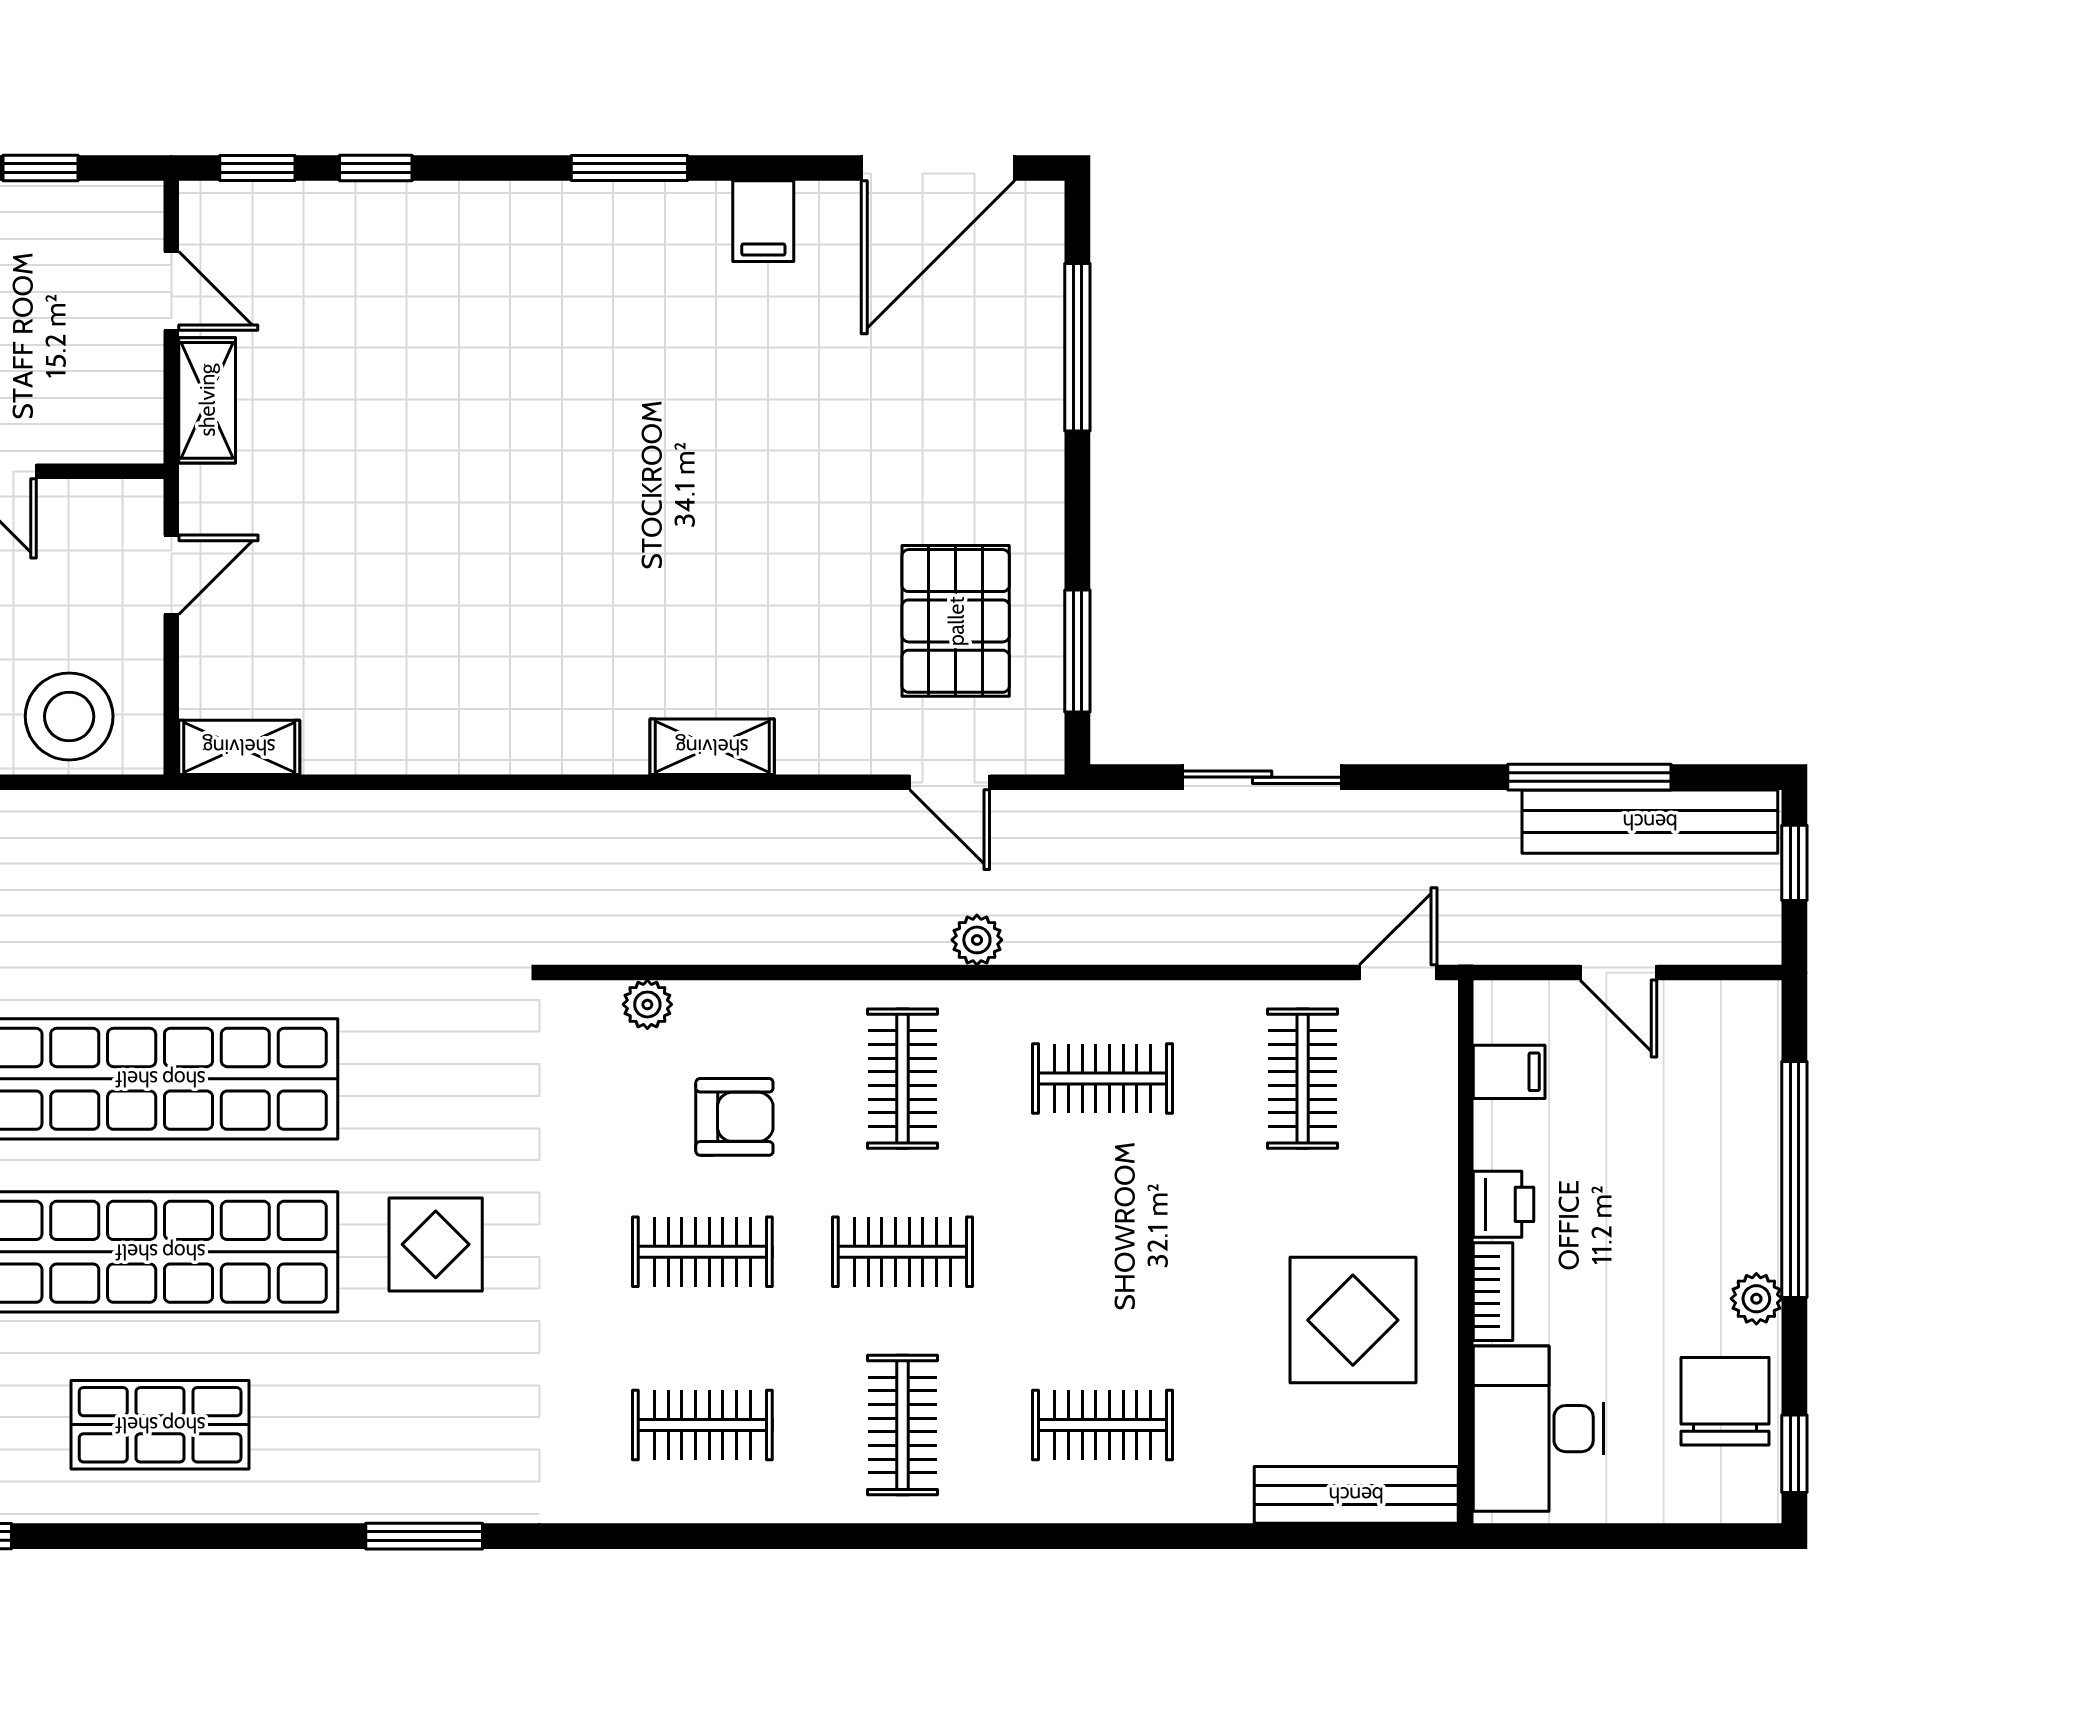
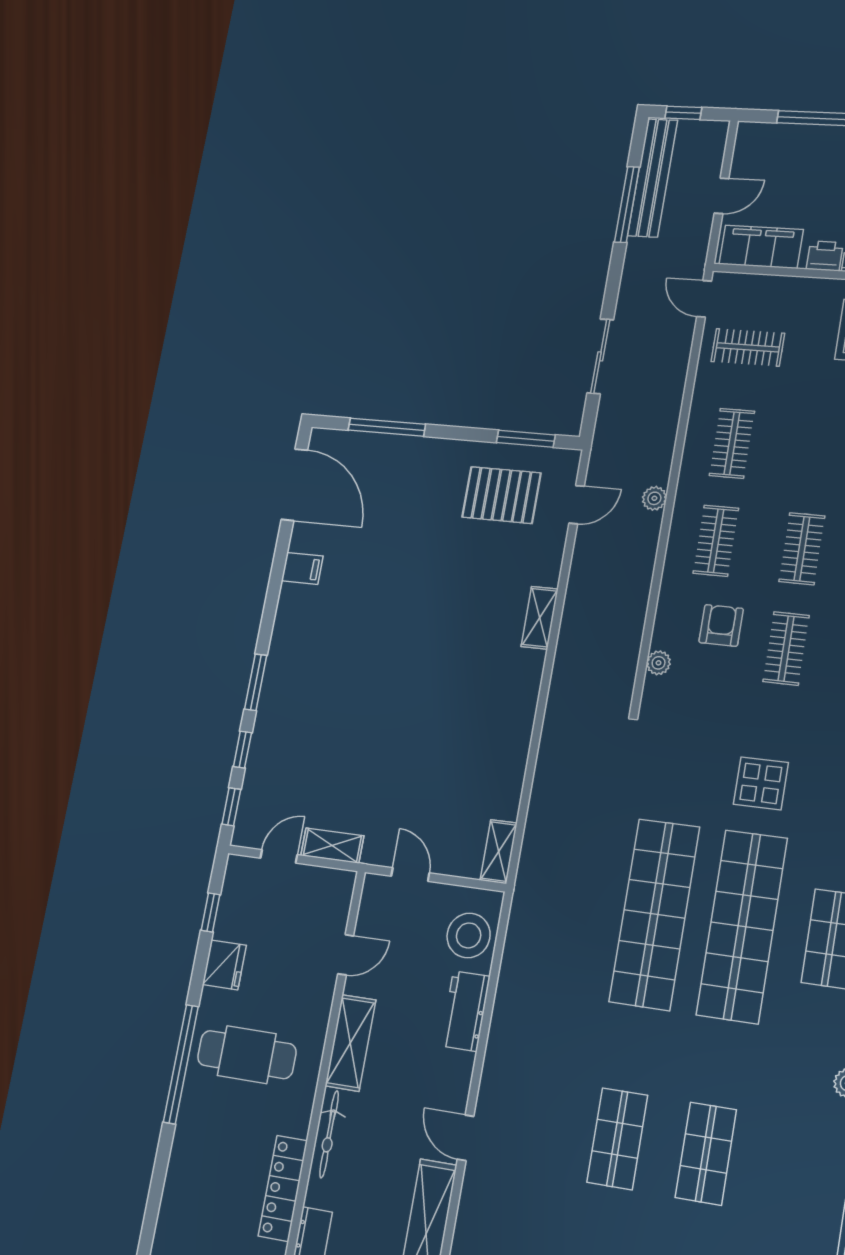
window: (629, 168) -> (256, 682), moved
filing cabinet: (1509, 1072) -> (761, 247), width x3.00, depth x1.17
clothes rail: (902, 1079) -> (716, 541), turned 90

